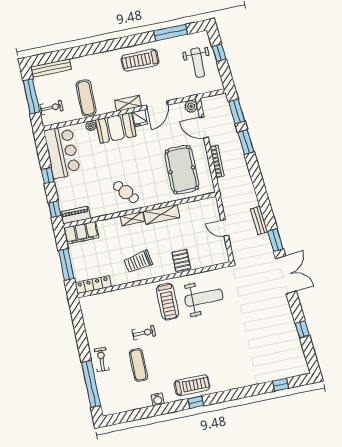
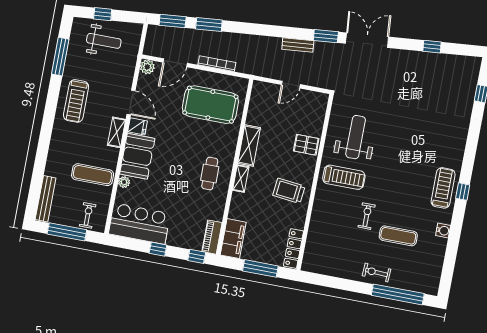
cafe table: (126, 192) -> (210, 174), turned -50
trolley: (138, 262) -> (289, 191), turned 106

